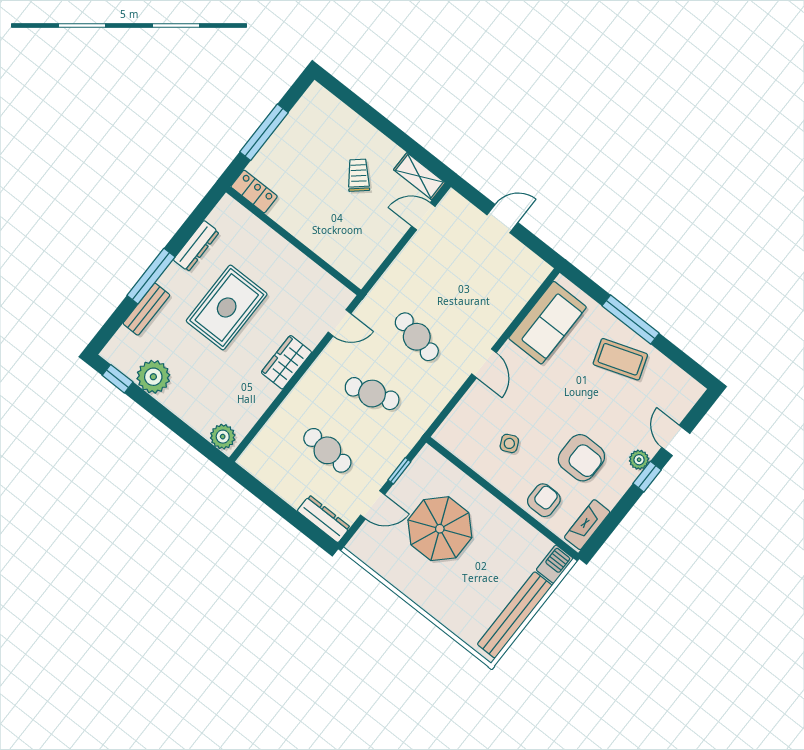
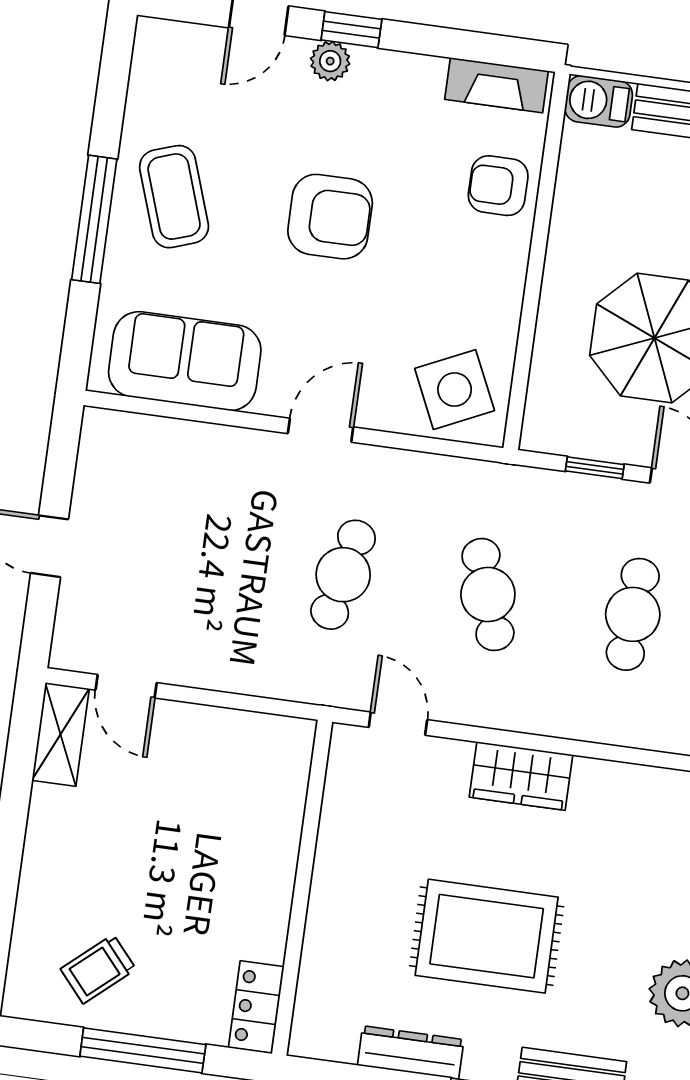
trolley: (359, 175) -> (98, 969), moved
side table: (509, 443) -> (455, 390), moved, width x1.87, depth x1.87
armchair: (581, 458) -> (330, 217), moved, turned 90

